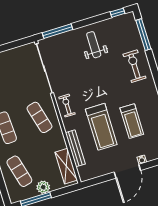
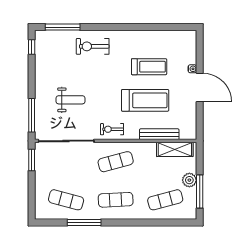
window: (18, 43) -> (32, 160), added
weight bench: (94, 45) -> (70, 100), moved, turned 180

